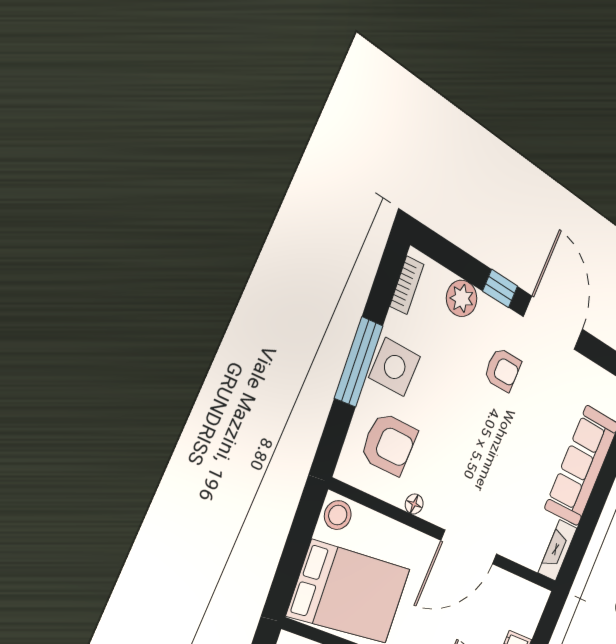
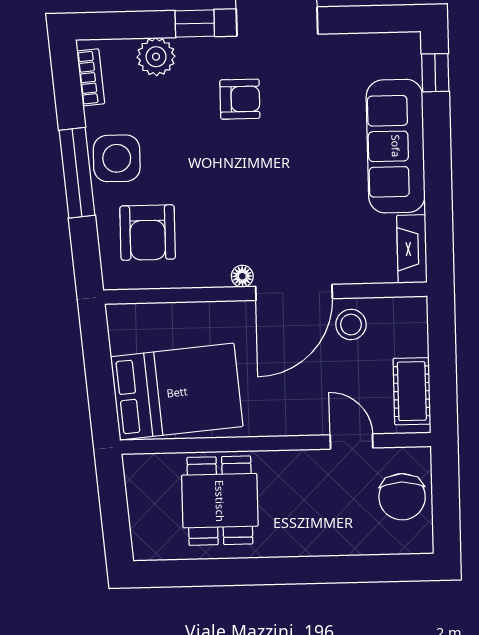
armchair: (389, 444) -> (148, 233), turned 90
floor lamp: (414, 504) -> (242, 276), moved
stool: (338, 515) -> (351, 325), moved

